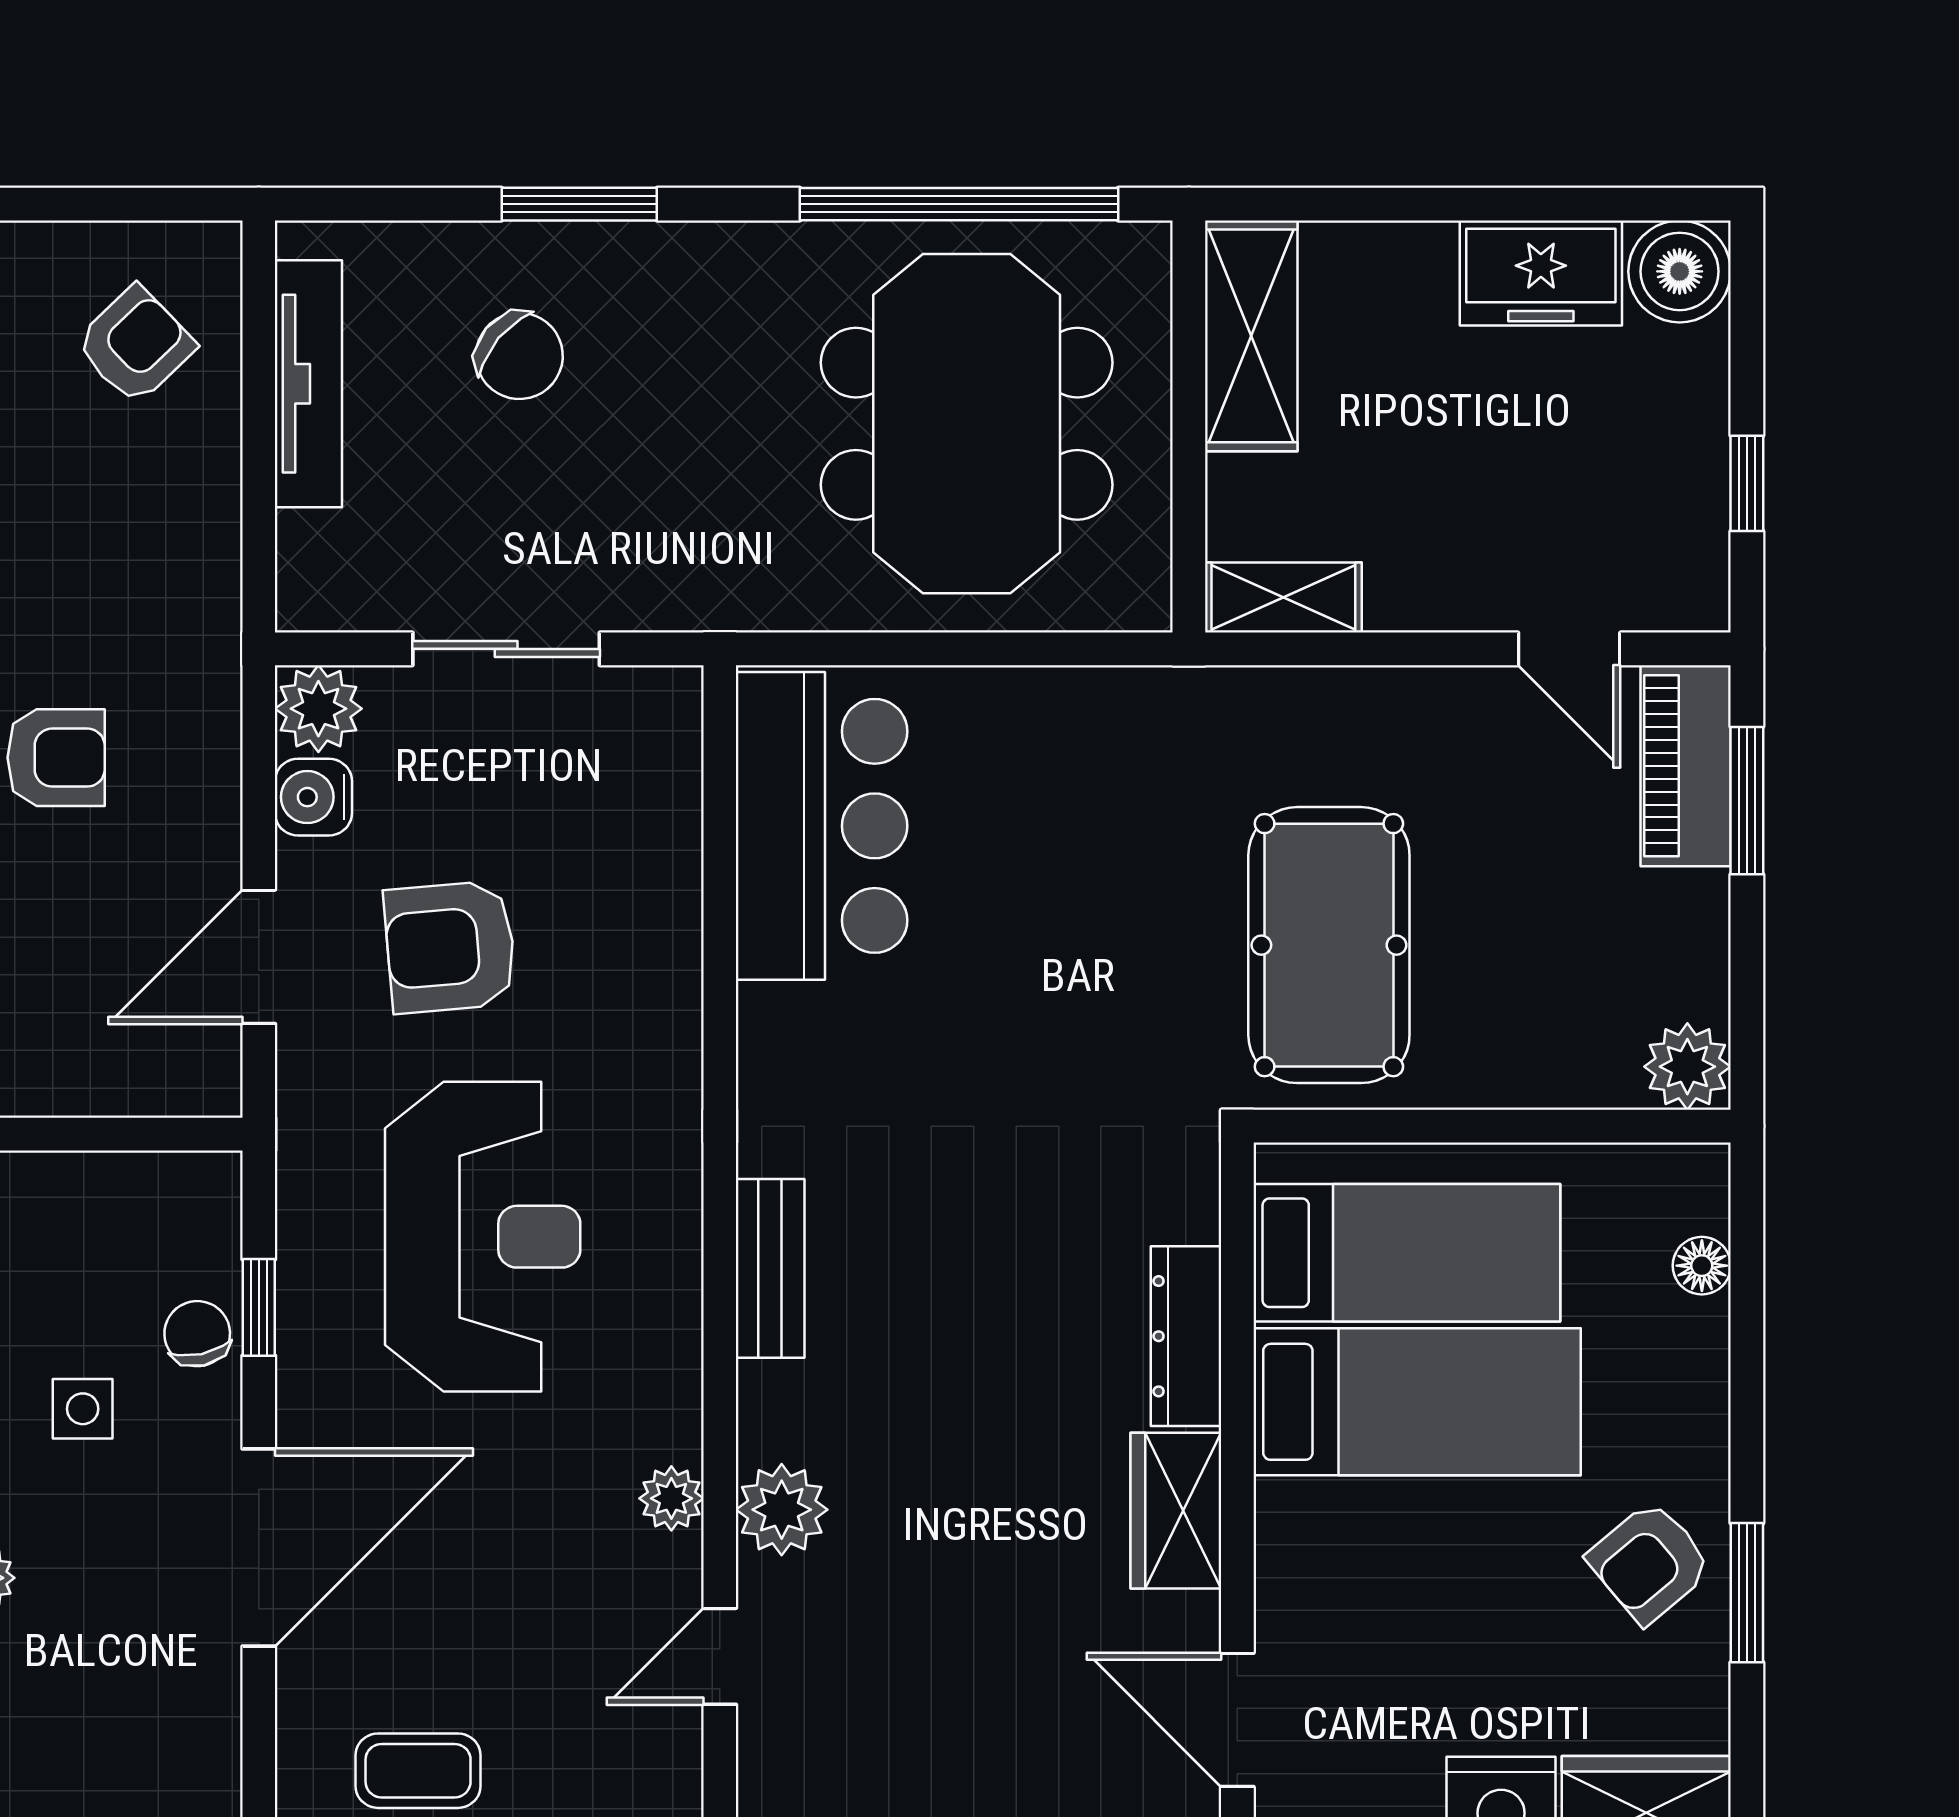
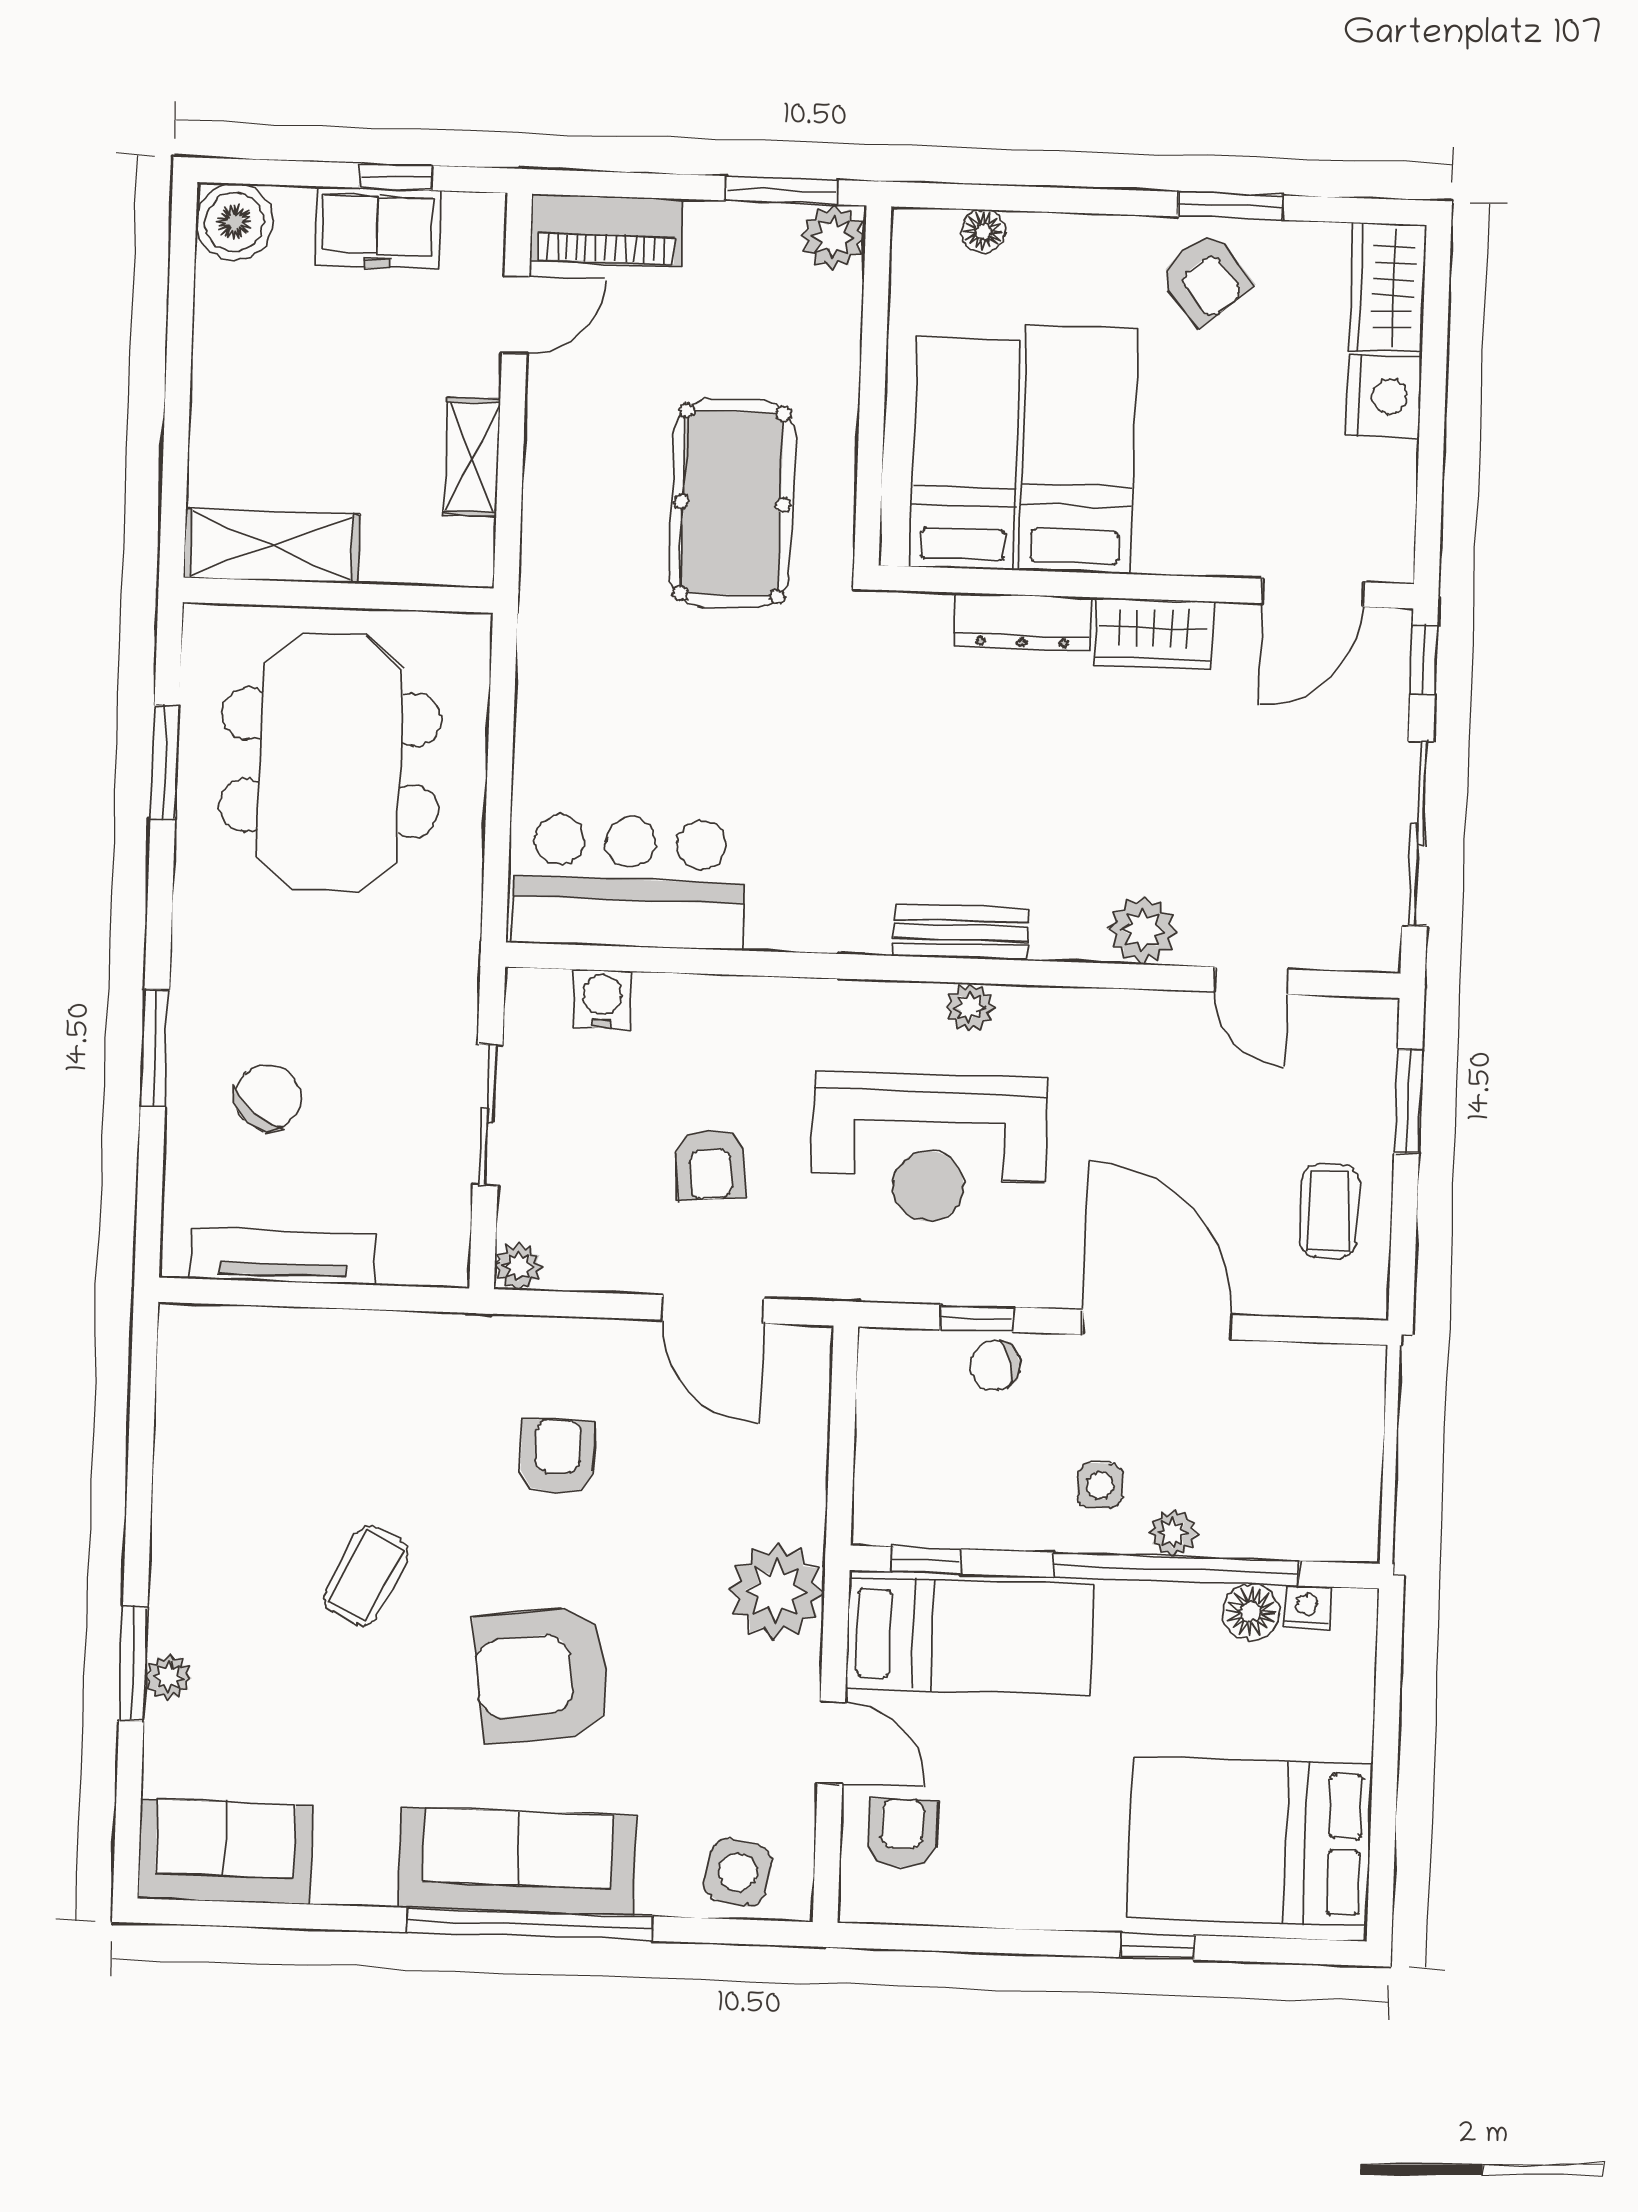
window: (959, 204) -> (165, 762), width x0.47
freezer: (1541, 273) -> (378, 228), moved, turned 90
armchair: (135, 345) -> (249, 1386), removed
meeting table: (967, 424) -> (330, 762), turned 90
shelving: (1283, 598) -> (472, 457), moved
plant: (318, 709) -> (518, 1266), width x0.73, depth x0.73
water cooler: (313, 797) -> (602, 999), moved, turned 180
window: (1747, 801) -> (782, 190), moved
pool table: (1329, 945) -> (732, 503), turned 90
armchair: (450, 947) -> (710, 1165), width x0.72, depth x0.72
reception desk: (483, 1237) -> (929, 1148), turned 180
side table: (83, 1409) -> (1100, 1486), moved
plant: (671, 1498) -> (970, 1007), moved

